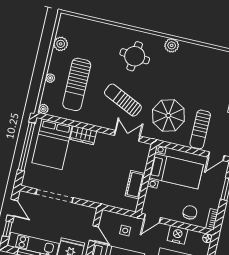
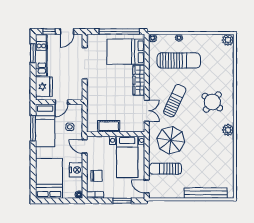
plant: (61, 44) -> (228, 40), moved
round table: (135, 56) -> (212, 102), turned 33
sun lounger: (77, 84) -> (179, 60), turned 180
wardrobe: (83, 135) -> (139, 80), width x1.50

